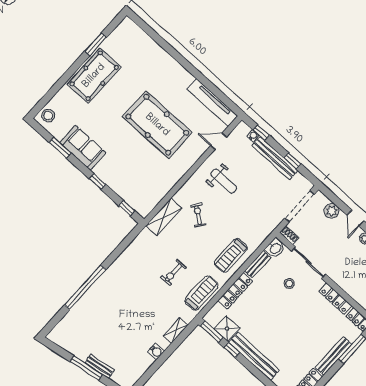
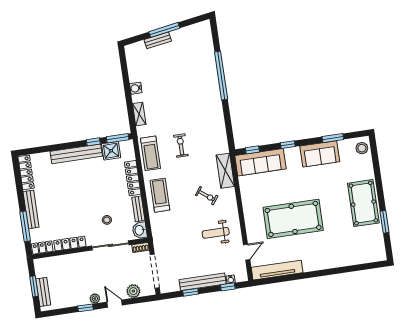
sofa: (132, 193) -> (260, 162), added

